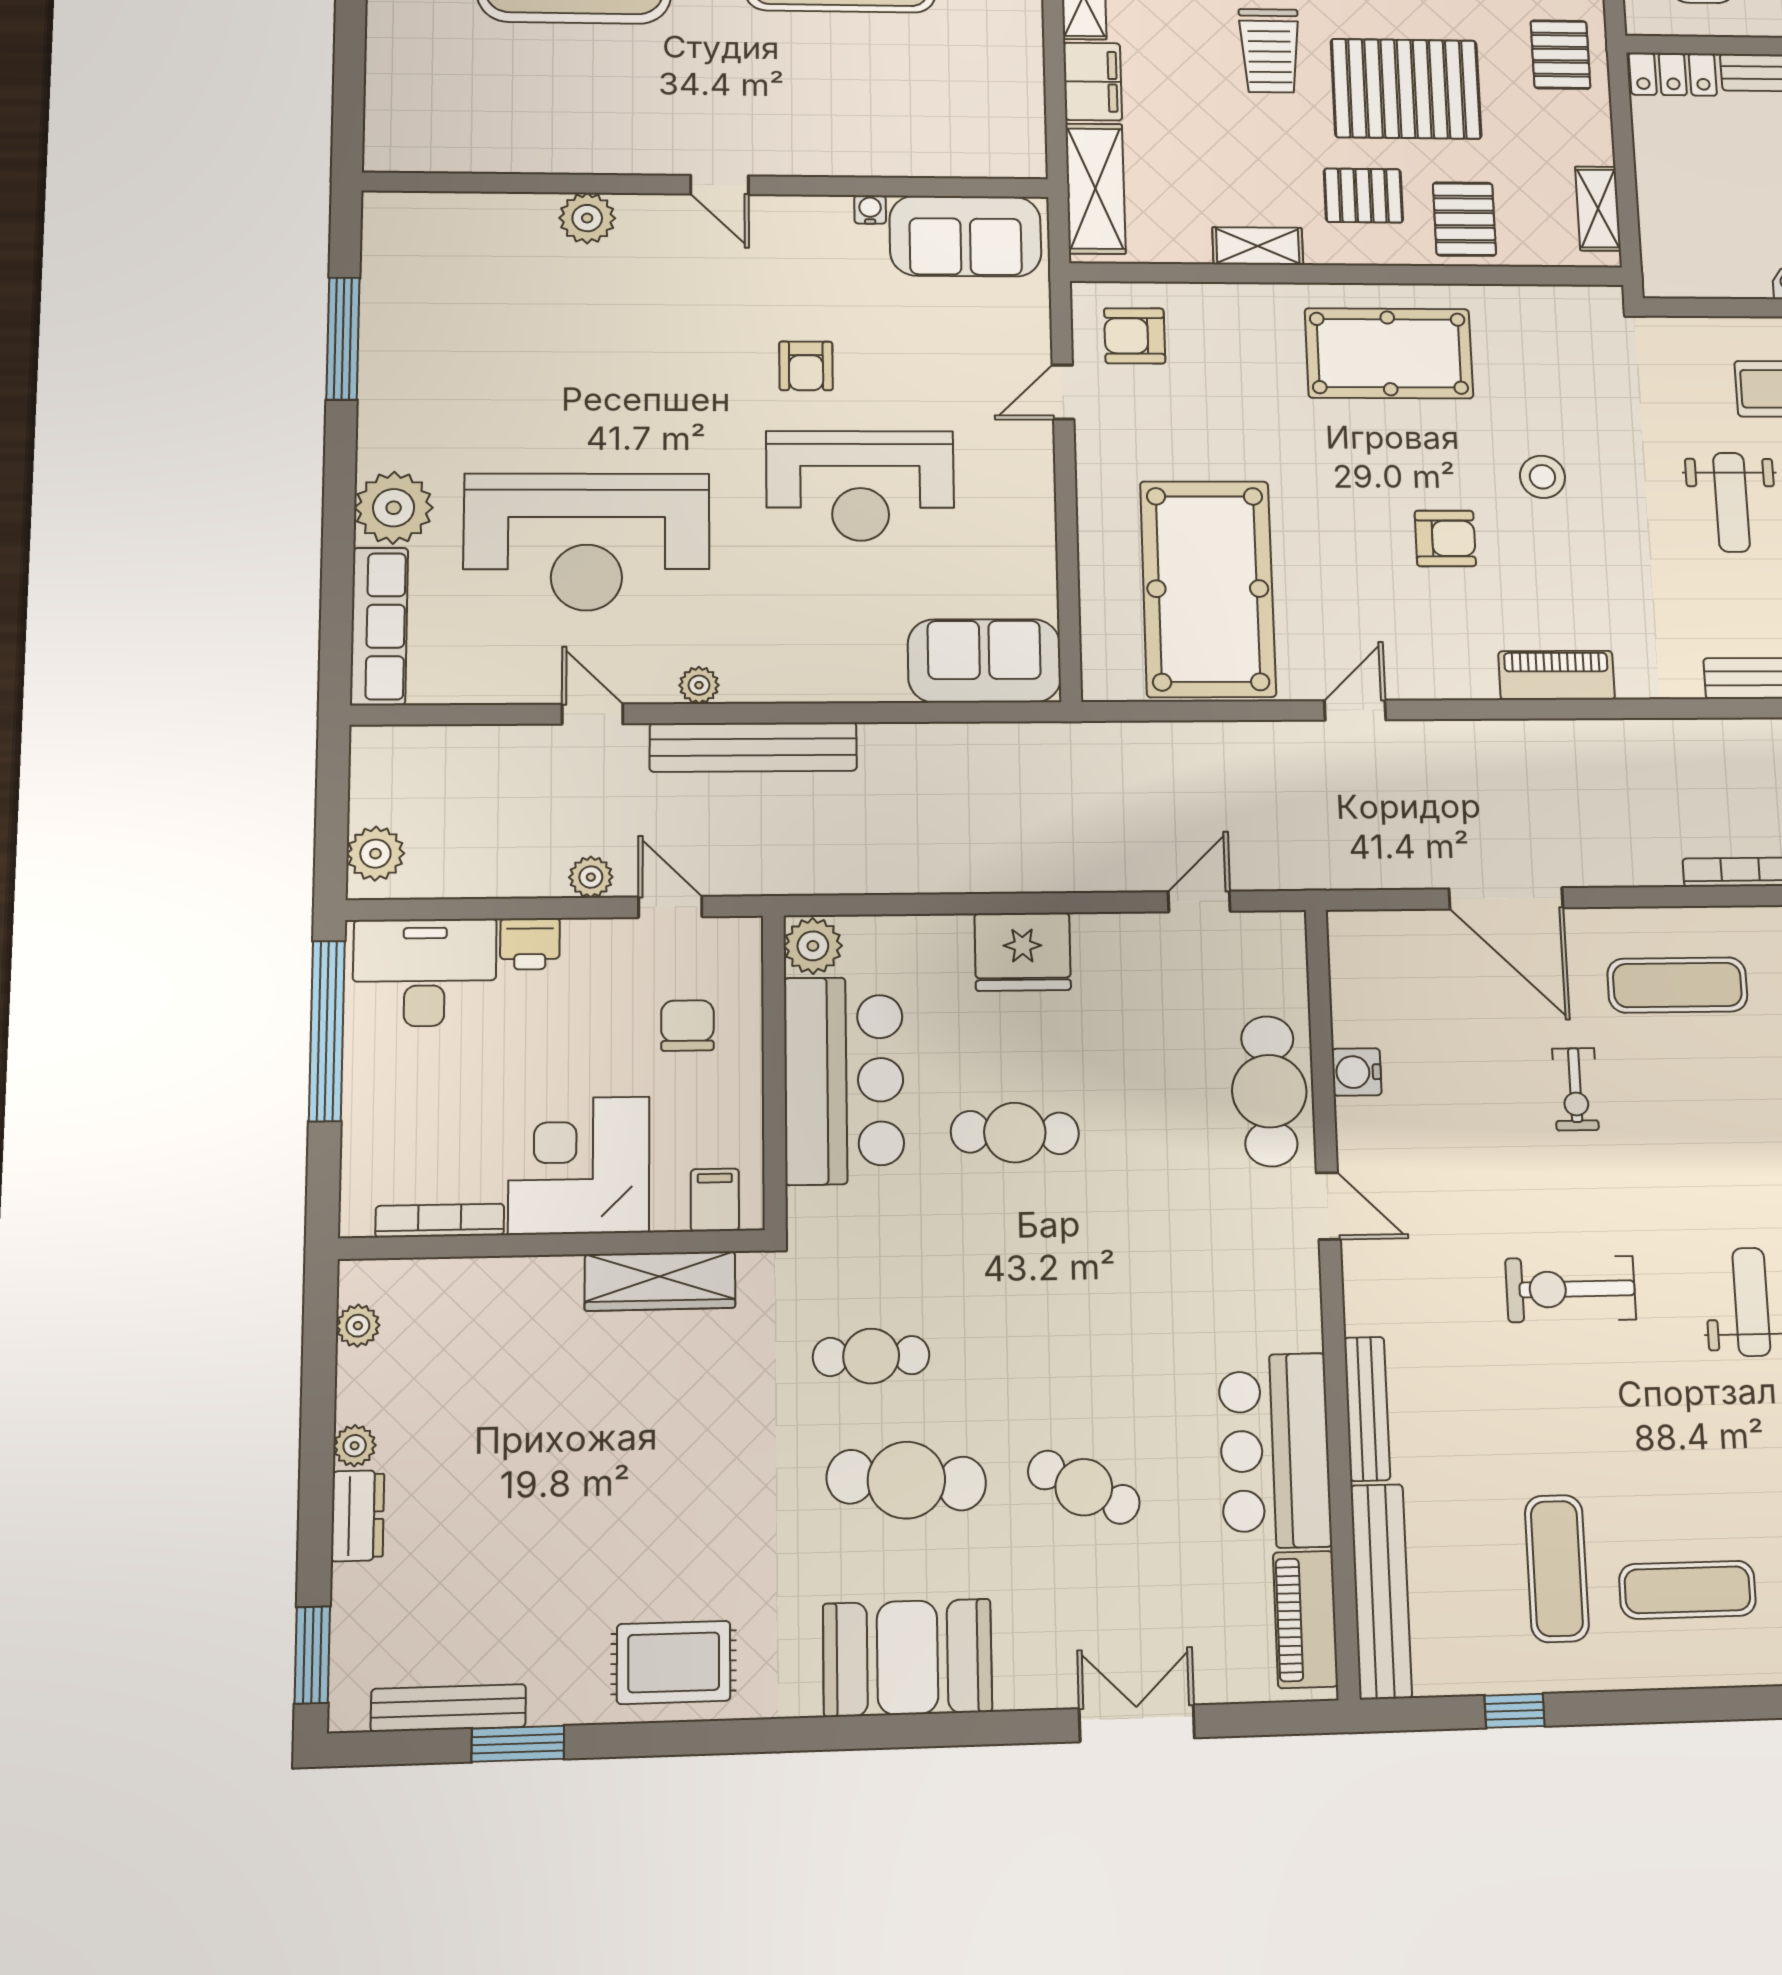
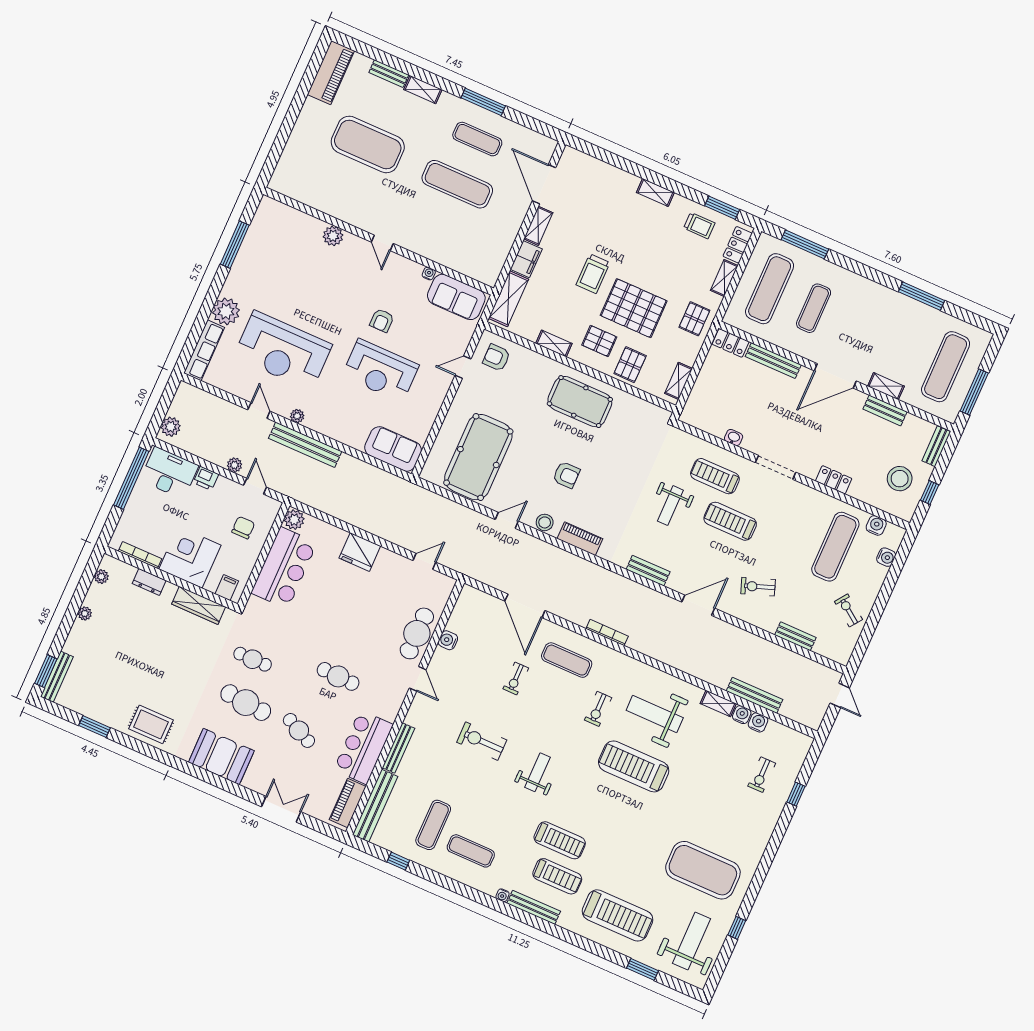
stool: (1542, 477) -> (545, 522), moved
cafe table: (1015, 1133) -> (338, 676), moved
dresser: (358, 1516) -> (149, 582), moved, turned 90
bench: (448, 1708) -> (57, 677), moved, turned 90

